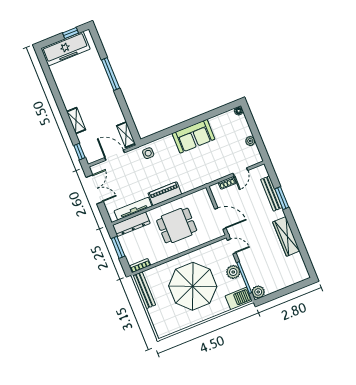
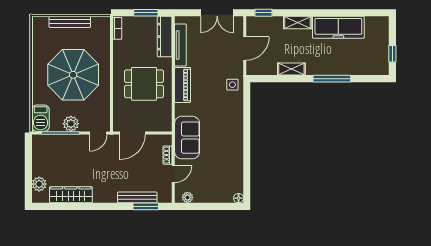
freezer: (66, 49) -> (338, 27), moved, turned -90
shelving: (126, 135) -> (291, 69), moved
sofa: (193, 136) -> (187, 138), moved, turned 180
plant: (250, 141) -> (187, 197), moved
door: (240, 172) -> (173, 174), swing flipped
window: (282, 198) -> (146, 206), moved
dining table: (177, 225) -> (144, 84), turned 90
wardrobe: (286, 236) -> (71, 195), moved
bench: (144, 290) -> (70, 22), moved
plant: (258, 292) -> (39, 184), moved

